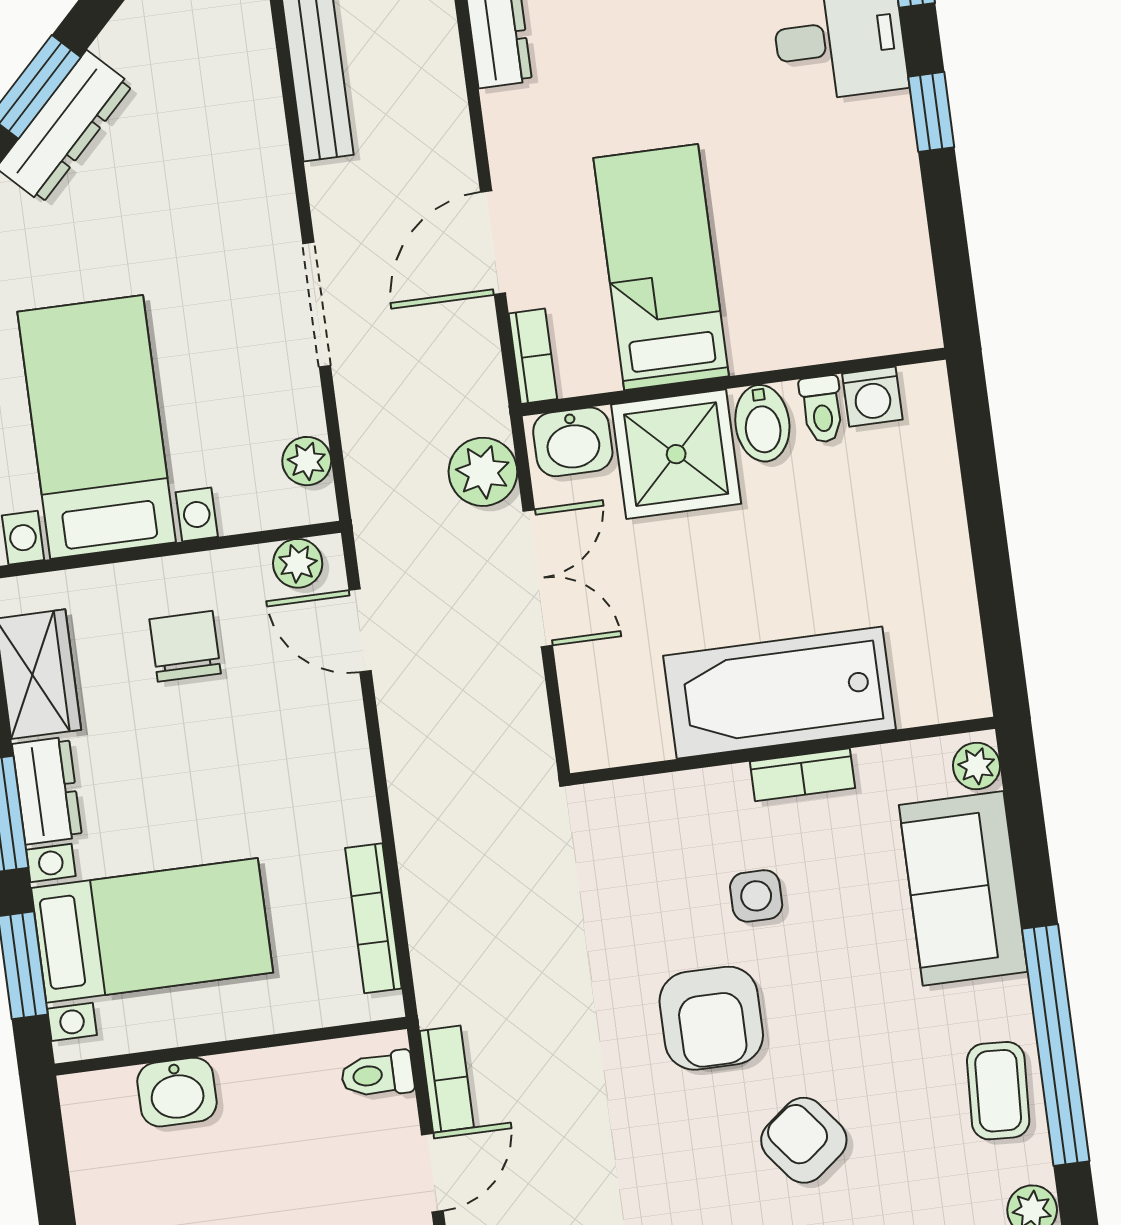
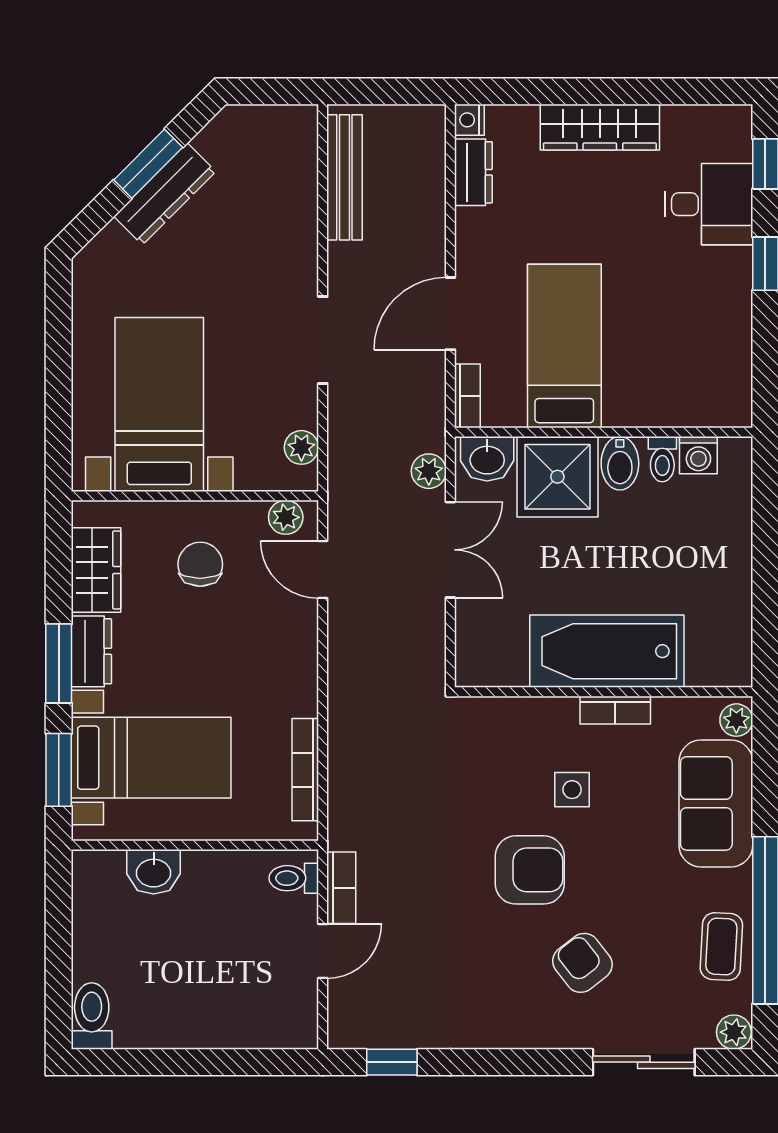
plant: (483, 472) -> (429, 471), width x0.73, depth x0.73
armchair: (711, 1018) -> (530, 870), turned -90

